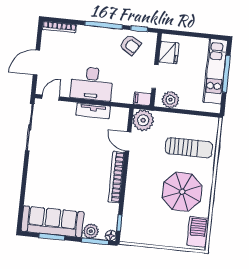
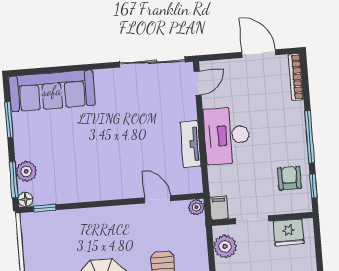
armchair: (130, 45) -> (289, 178), turned 149
door: (36, 63) -> (259, 54), moved
door: (51, 98) -> (198, 83), hinge flipped
plant: (143, 120) -> (196, 207), width x0.53, depth x0.53
door: (128, 142) -> (157, 199), hinge flipped
bookcase: (116, 177) -> (106, 192), removed
sofa: (53, 222) -> (52, 91), moved, turned 90

